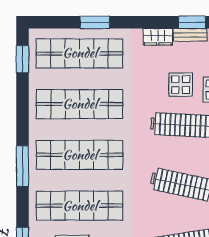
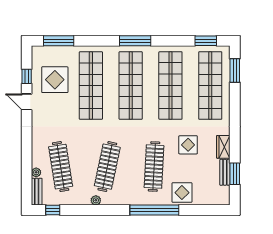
window: (95, 22) -> (235, 71), moved
display table: (181, 85) -> (188, 145), moved
window: (22, 166) -> (135, 41), moved

